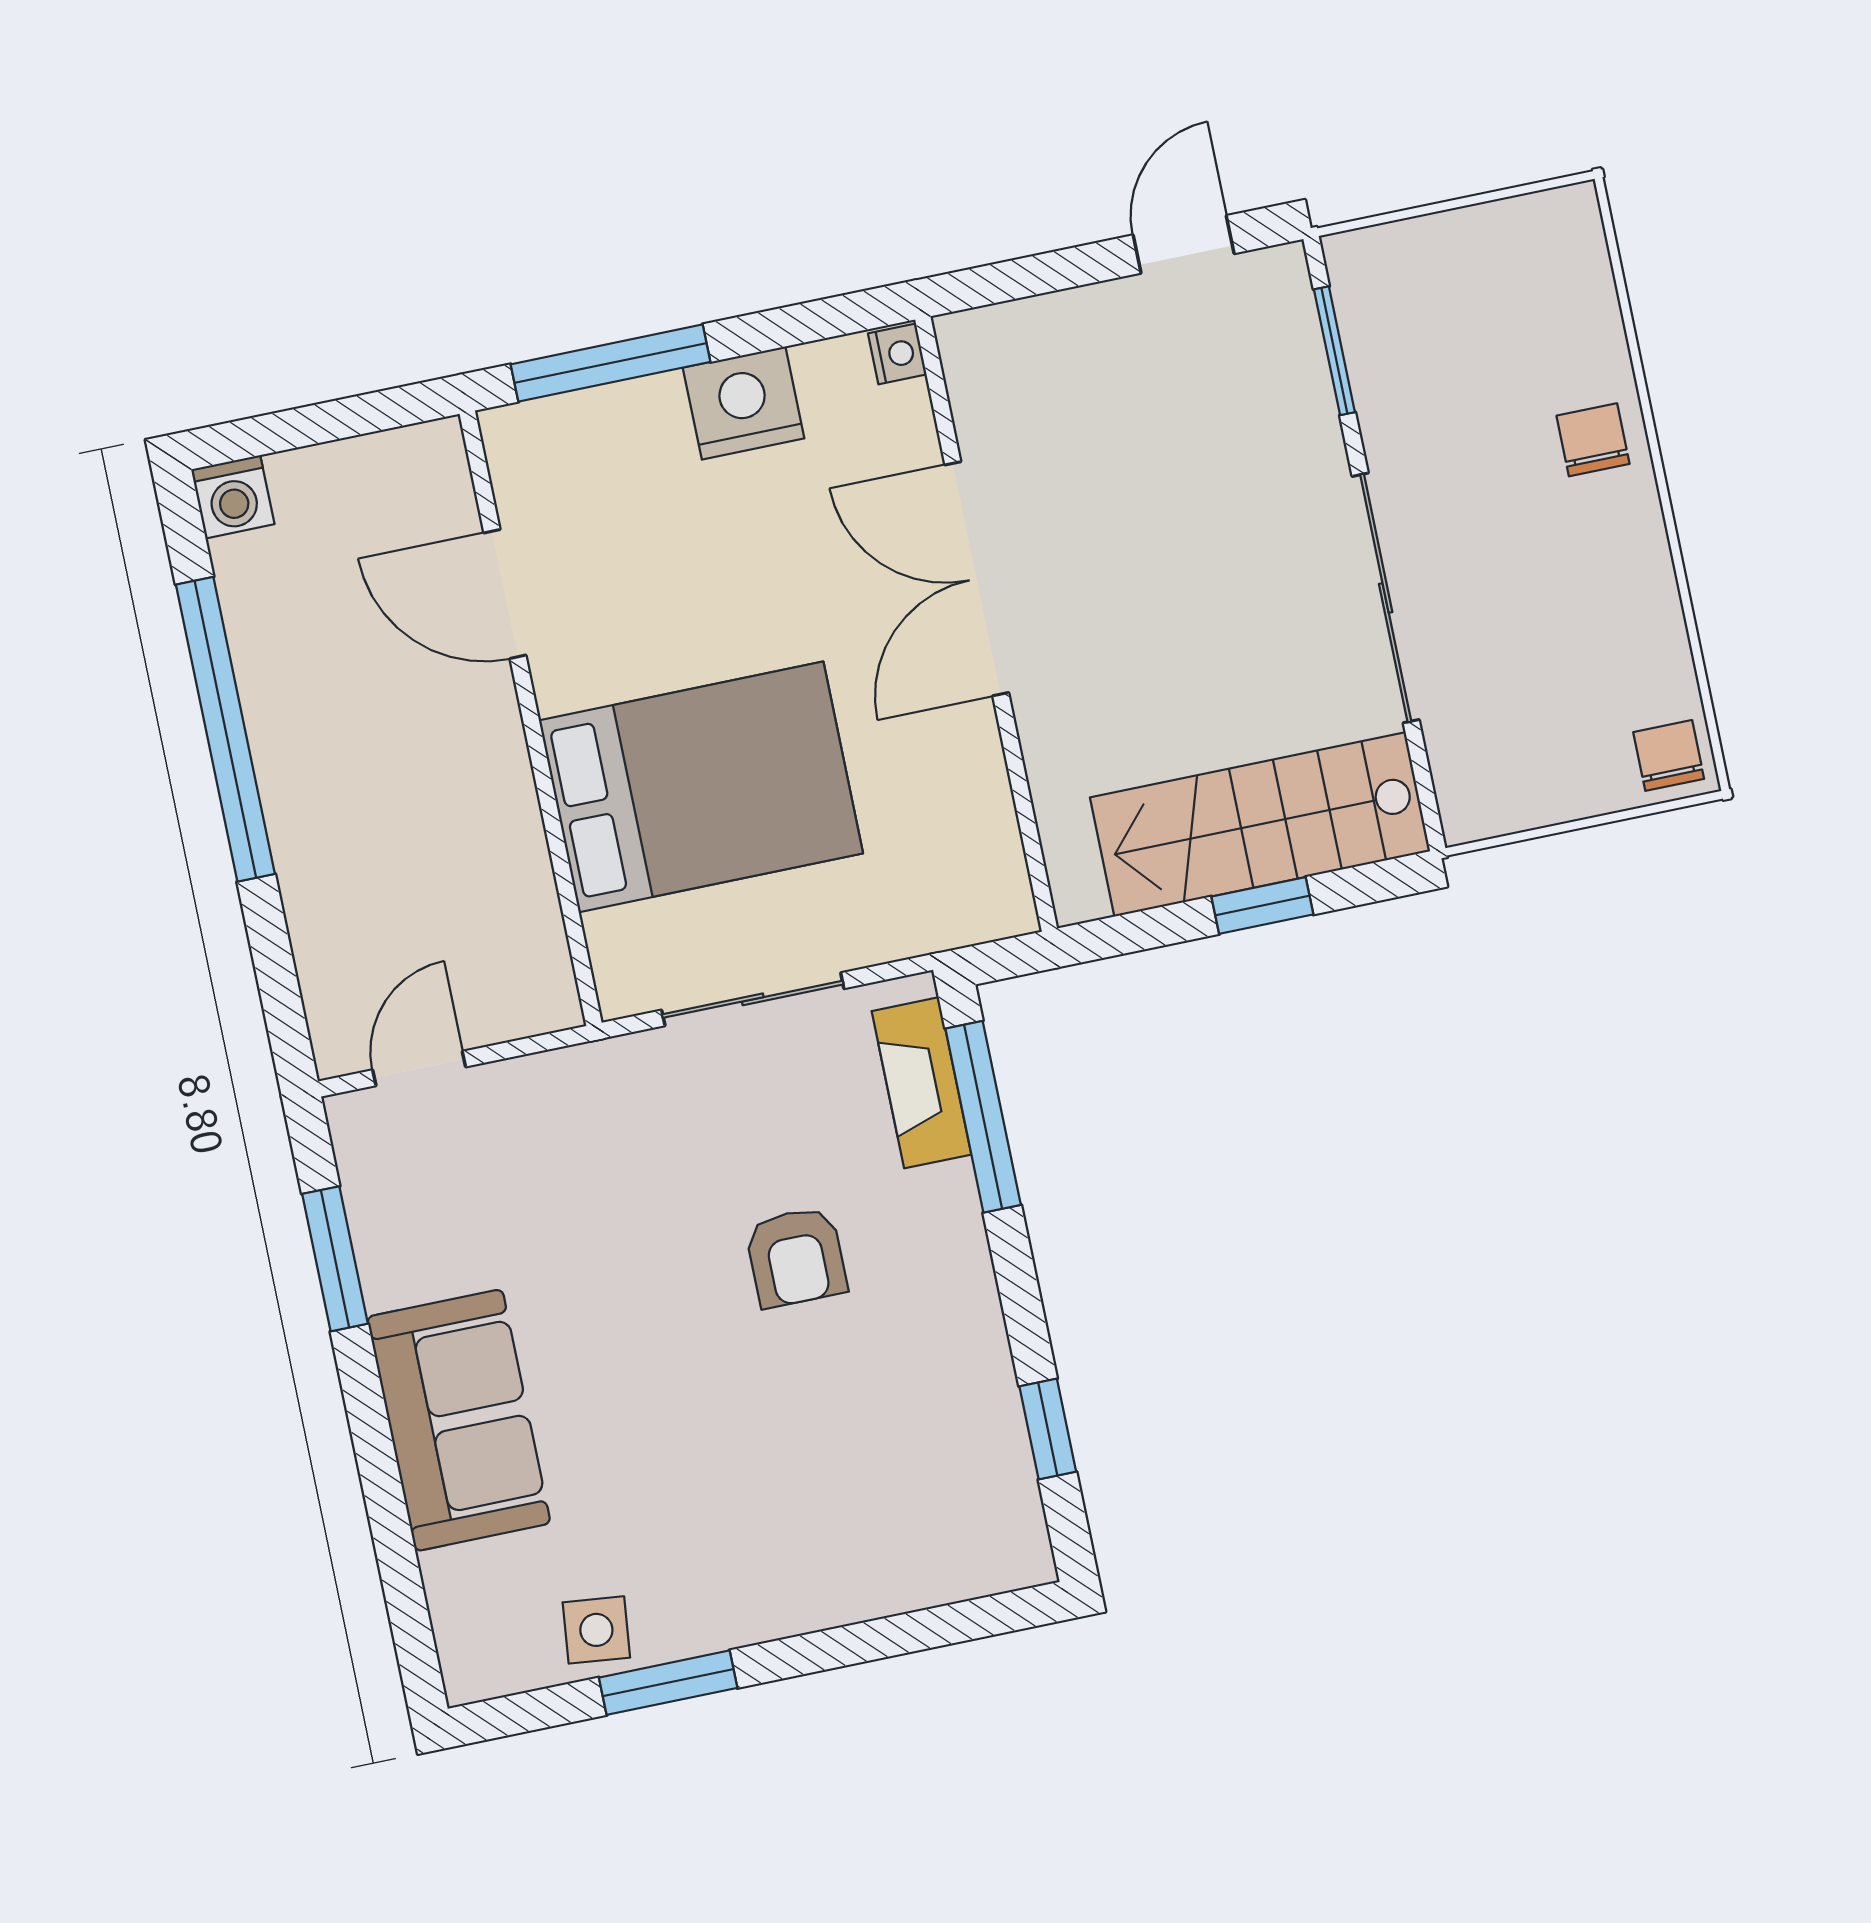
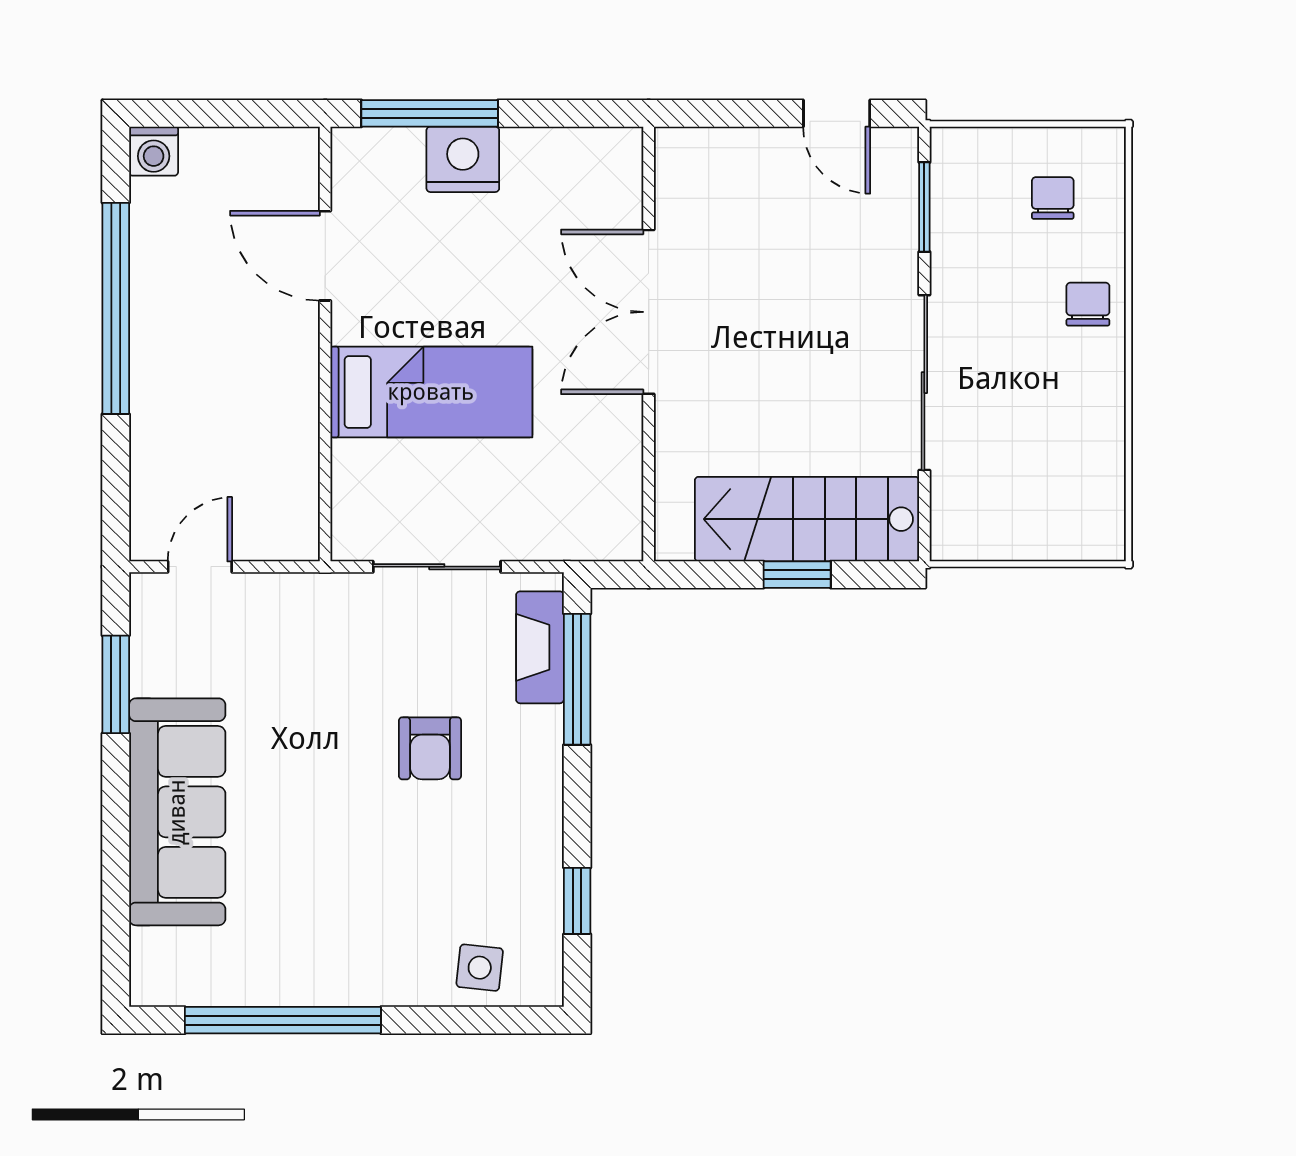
door: (1184, 244) -> (837, 113), swing flipped
nightstand: (897, 354) -> (626, 148), removed
nightstand: (744, 403) -> (463, 159), moved
chair: (1669, 755) -> (1053, 198), moved
bed: (701, 787) -> (431, 392), width x0.67
sofa: (459, 1420) -> (177, 812), width x1.36
side table: (596, 1630) -> (480, 968), moved
window: (668, 1683) -> (283, 1020), width x2.11

